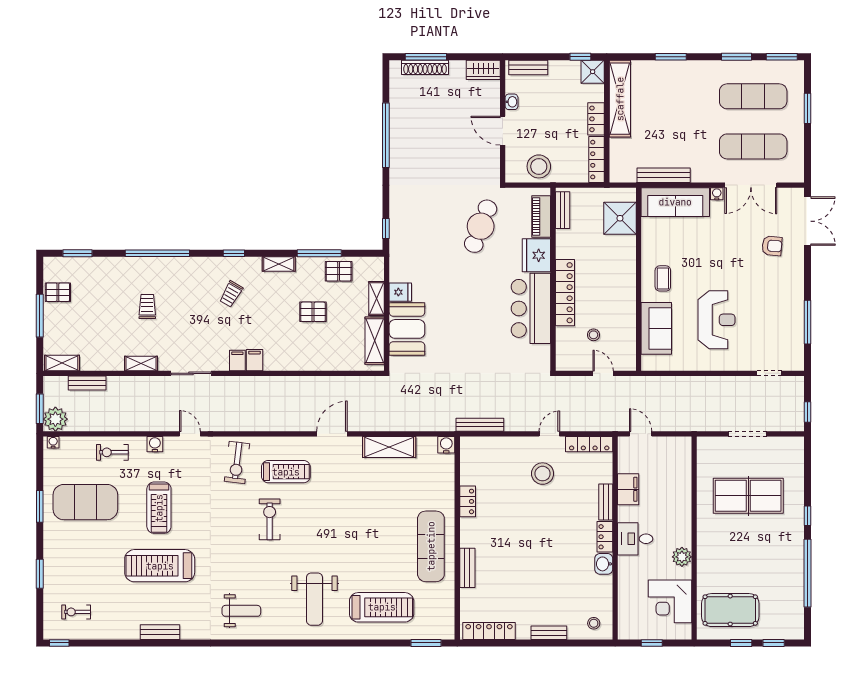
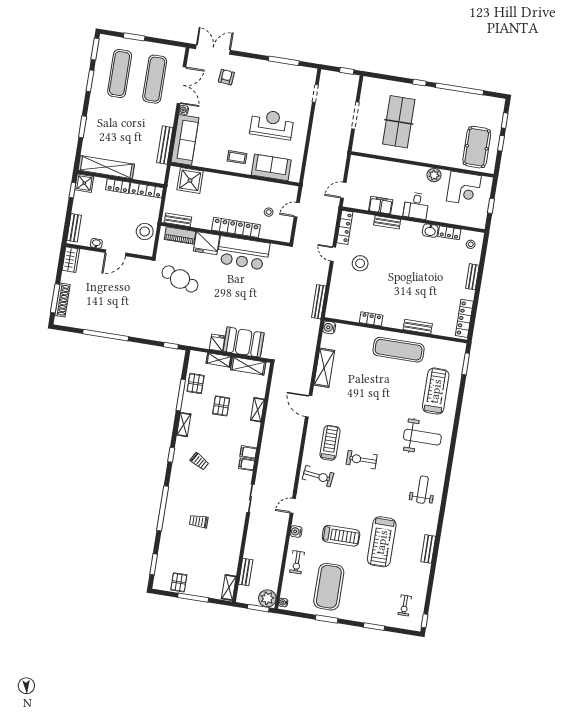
shelving: (141, 363) -> (258, 410), moved
locker: (605, 537) -> (449, 233), moved

